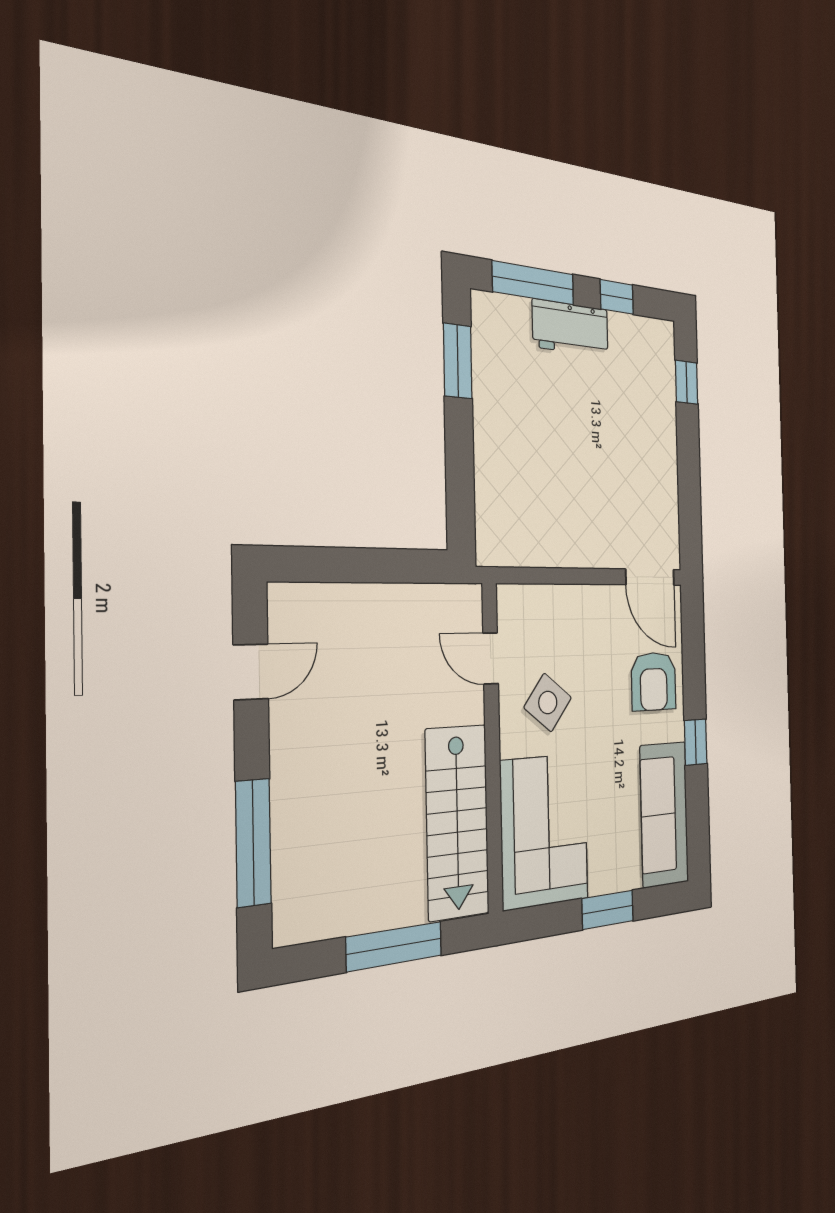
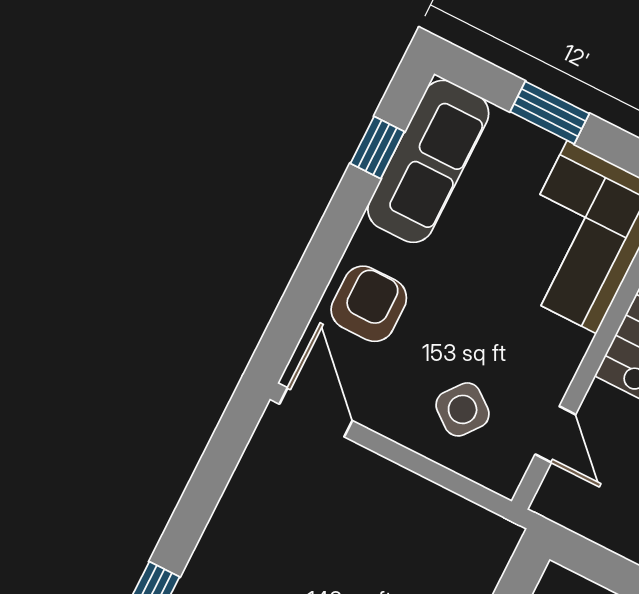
side table: (548, 703) -> (463, 409), moved
window: (696, 742) -> (377, 148), moved

